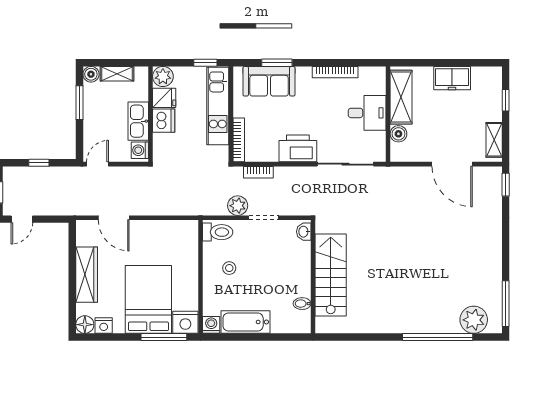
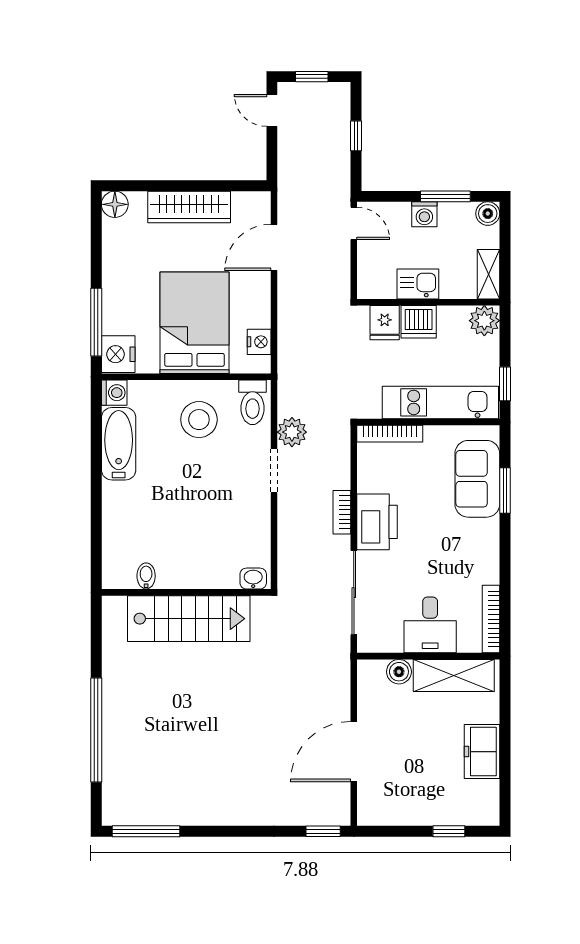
bookcase: (335, 72) -> (491, 619), moved
shelving: (117, 74) -> (488, 274), moved
fridge: (164, 98) -> (385, 323), moved
kitchen sink: (138, 121) -> (418, 284), width x0.73
shelving: (494, 140) -> (390, 814), removed
washing machine: (140, 150) -> (424, 214), moved, turned 180
bookcase: (258, 172) -> (342, 512), moved
washbasin: (304, 232) -> (253, 579), moved
stool: (229, 268) -> (199, 420), width x1.89, depth x1.89
stairs: (331, 275) -> (189, 619), moved
wall: (313, 277) -> (186, 592), moved
bed: (148, 299) -> (194, 323), moved, turned -90
bidet: (302, 304) -> (146, 576), moved
plant: (474, 320) -> (122, 784), removed
nightstand: (104, 326) -> (259, 342), moved, turned 180

